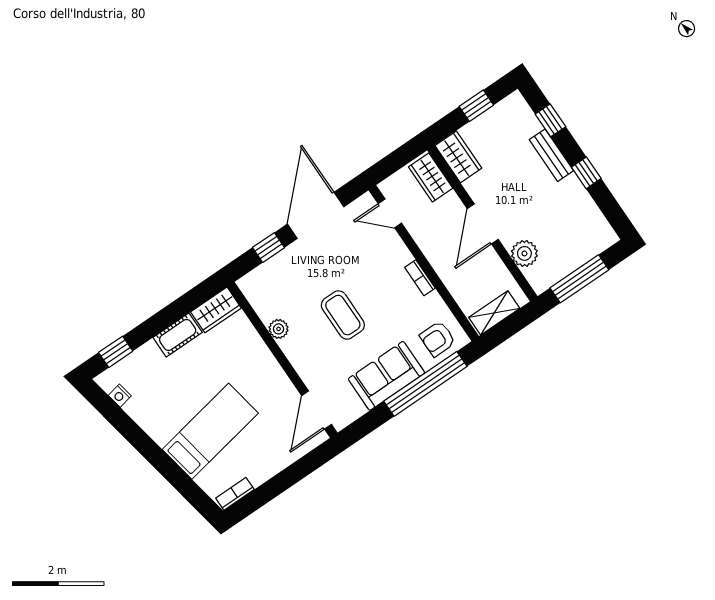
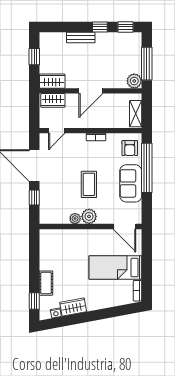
window: (550, 120) -> (125, 27), moved
door: (483, 224) -> (91, 91), hinge flipped
plant: (524, 253) -> (134, 81), moved
wardrobe: (216, 310) -> (73, 307), moved, turned -101
coffee table: (343, 315) -> (89, 184), turned 90
cot: (178, 335) -> (46, 283), moved
plant: (296, 347) -> (89, 216), added
bed: (210, 431) -> (115, 268), moved, turned -79

